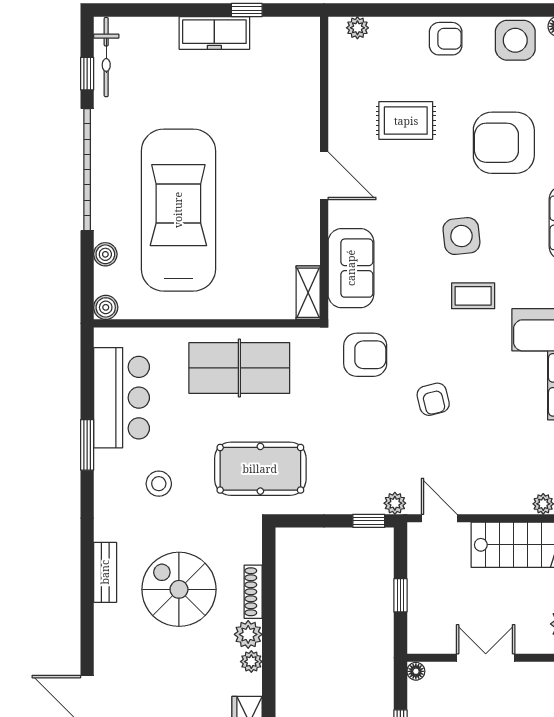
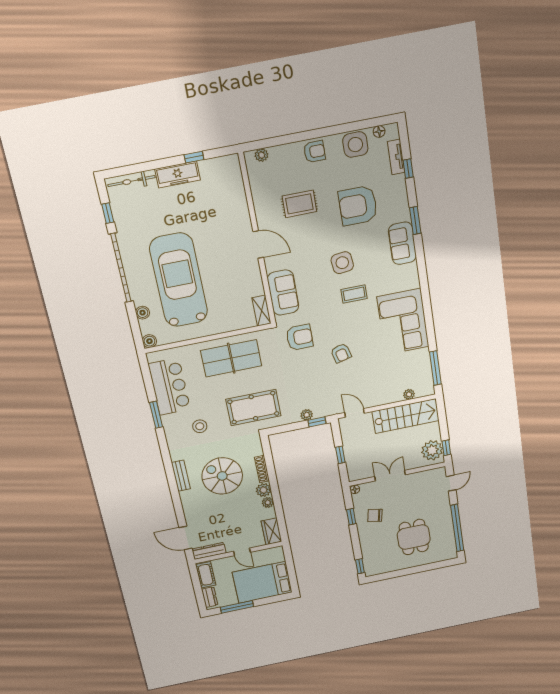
bicycle: (106, 57) -> (132, 181), moved, turned 90
plant: (395, 503) -> (307, 415), moved

